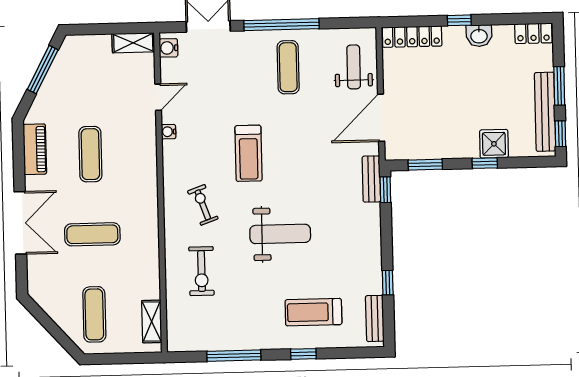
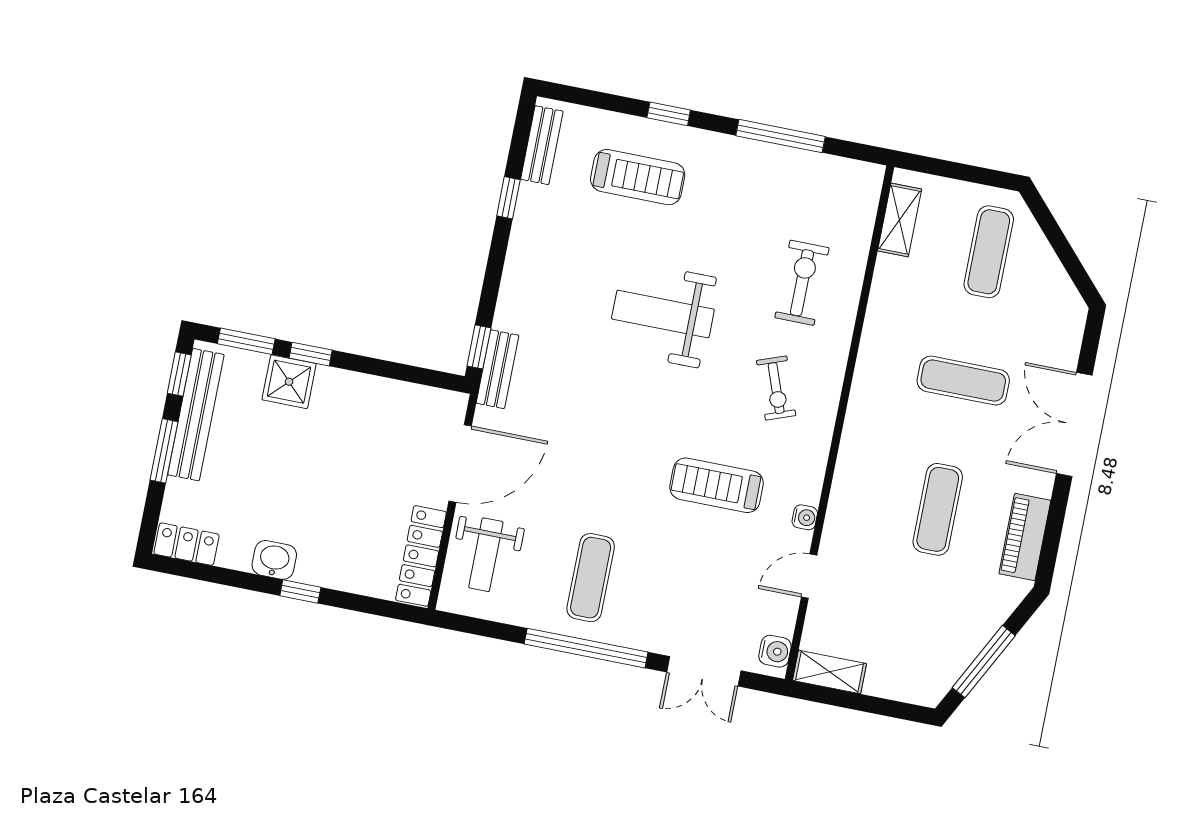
locker: (412, 37) -> (421, 556), moved, turned -90
treadmill: (249, 153) -> (717, 485), moved, turned -90
window: (425, 165) -> (246, 341), moved

